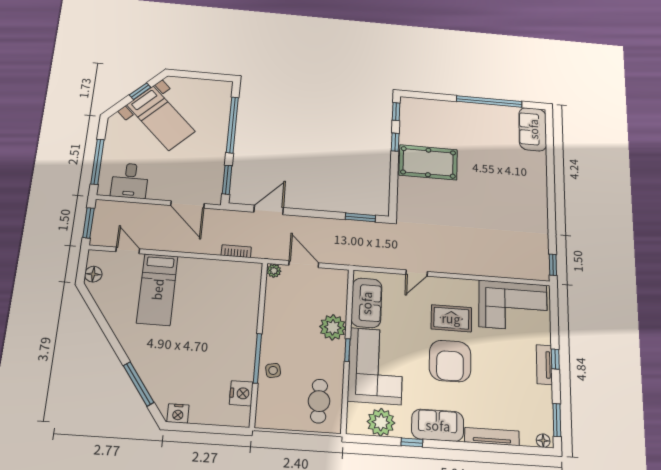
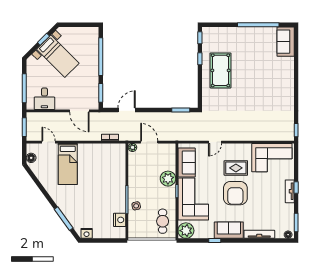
pool table: (428, 162) -> (221, 70), turned 90
plant: (381, 422) -> (186, 231), moved

